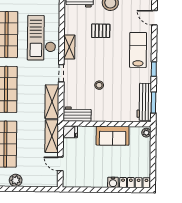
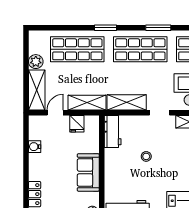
fridge: (70, 132) -> (77, 124), moved
shelving: (40, 180) -> (37, 90), added
water cooler: (113, 182) -> (35, 147), moved

